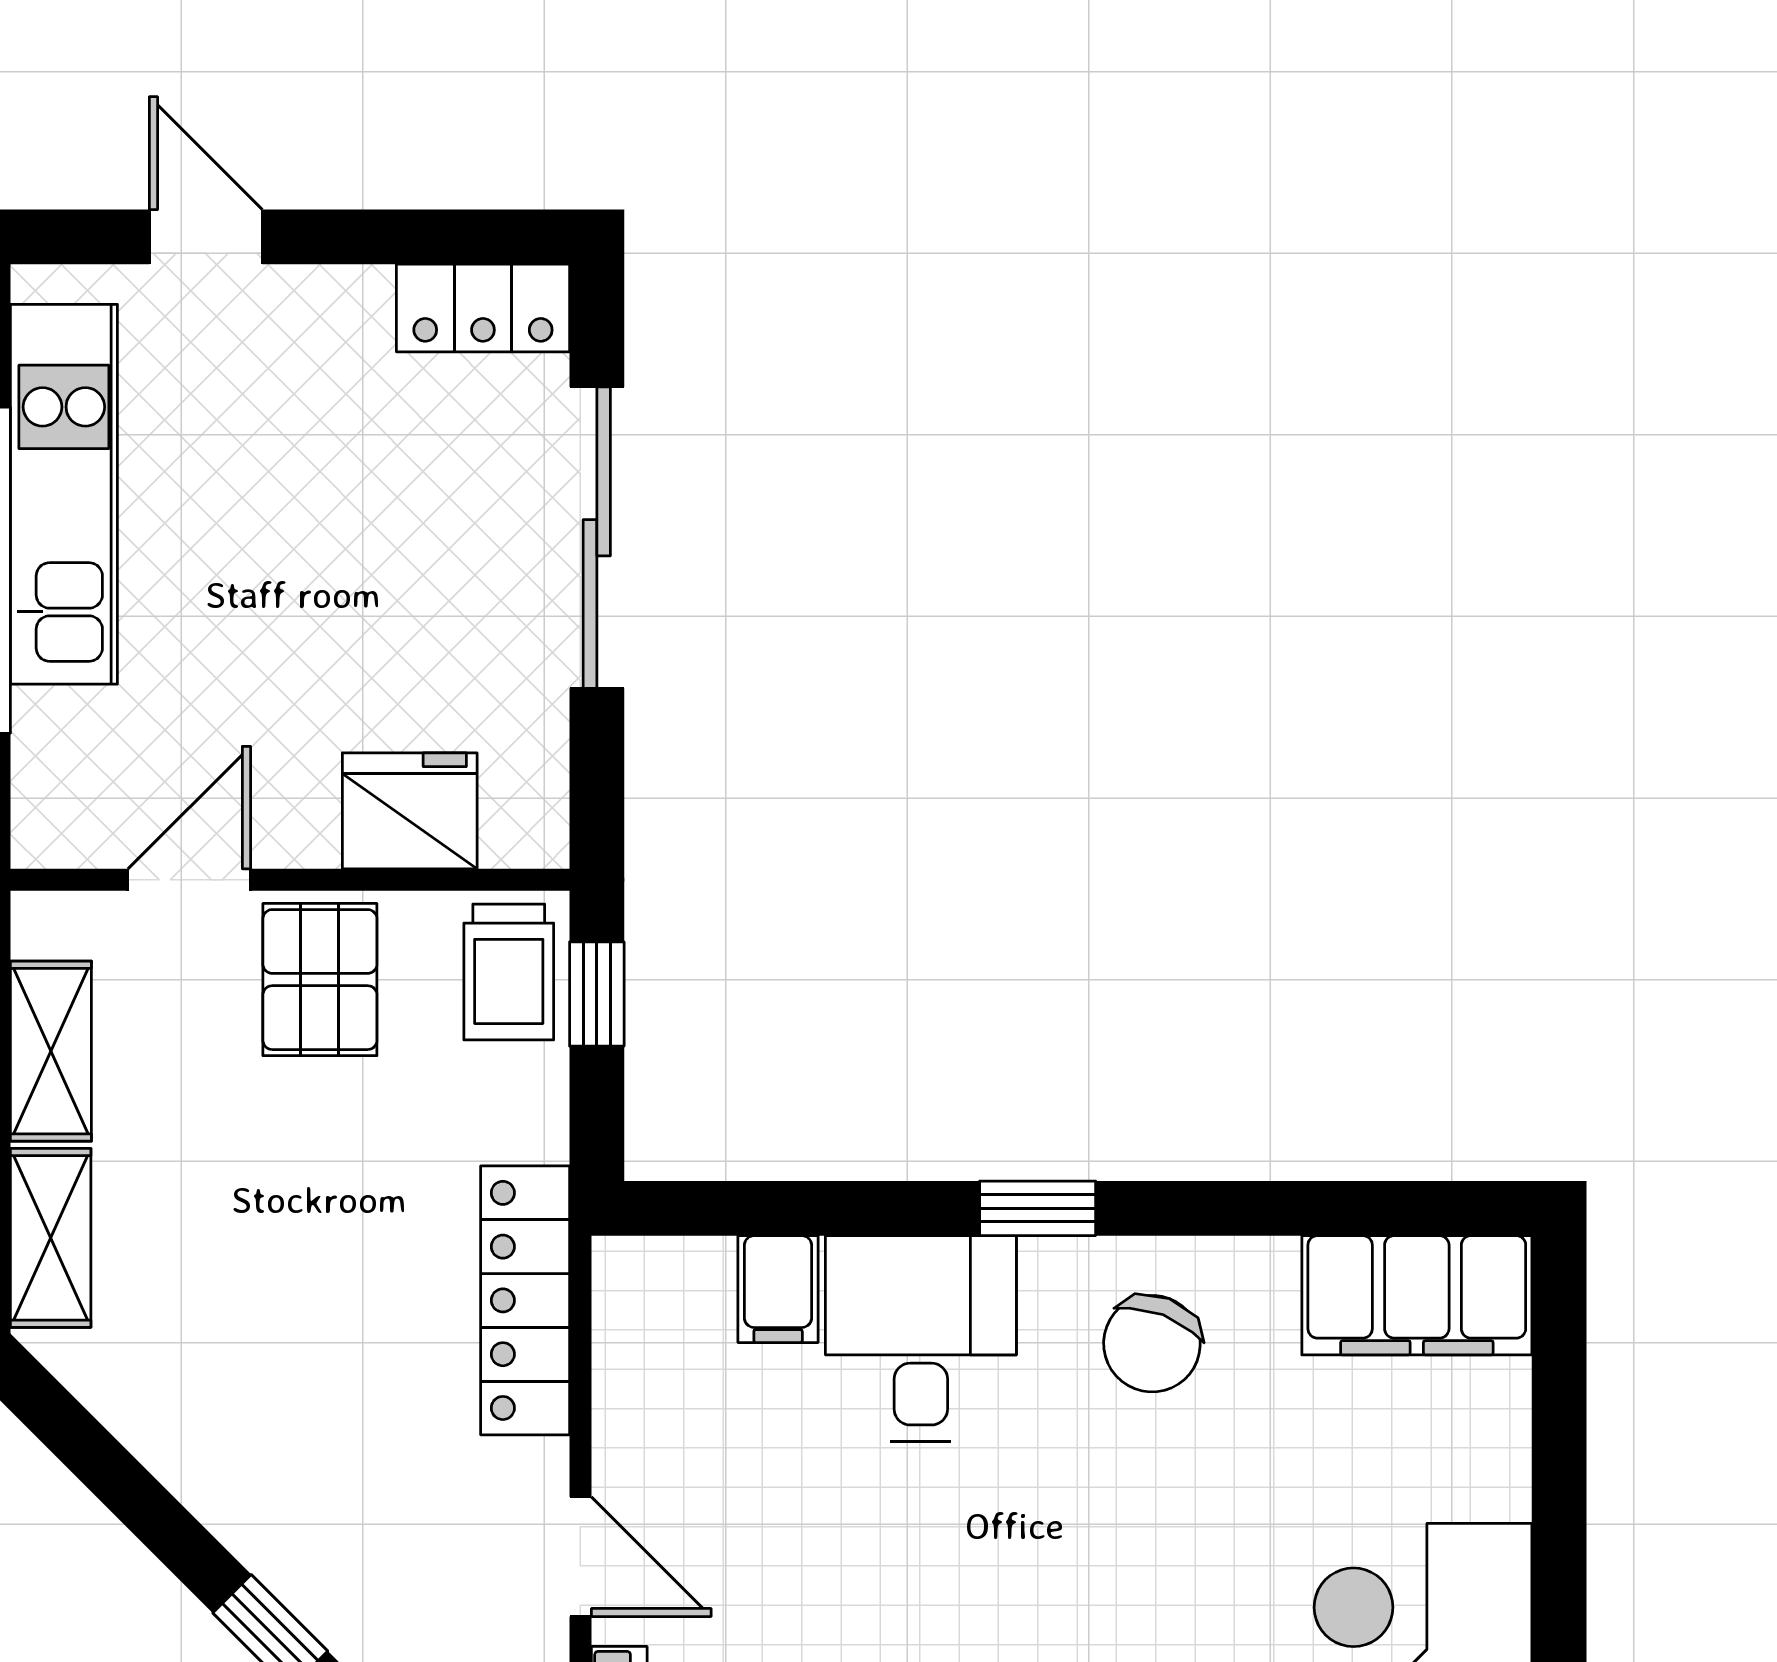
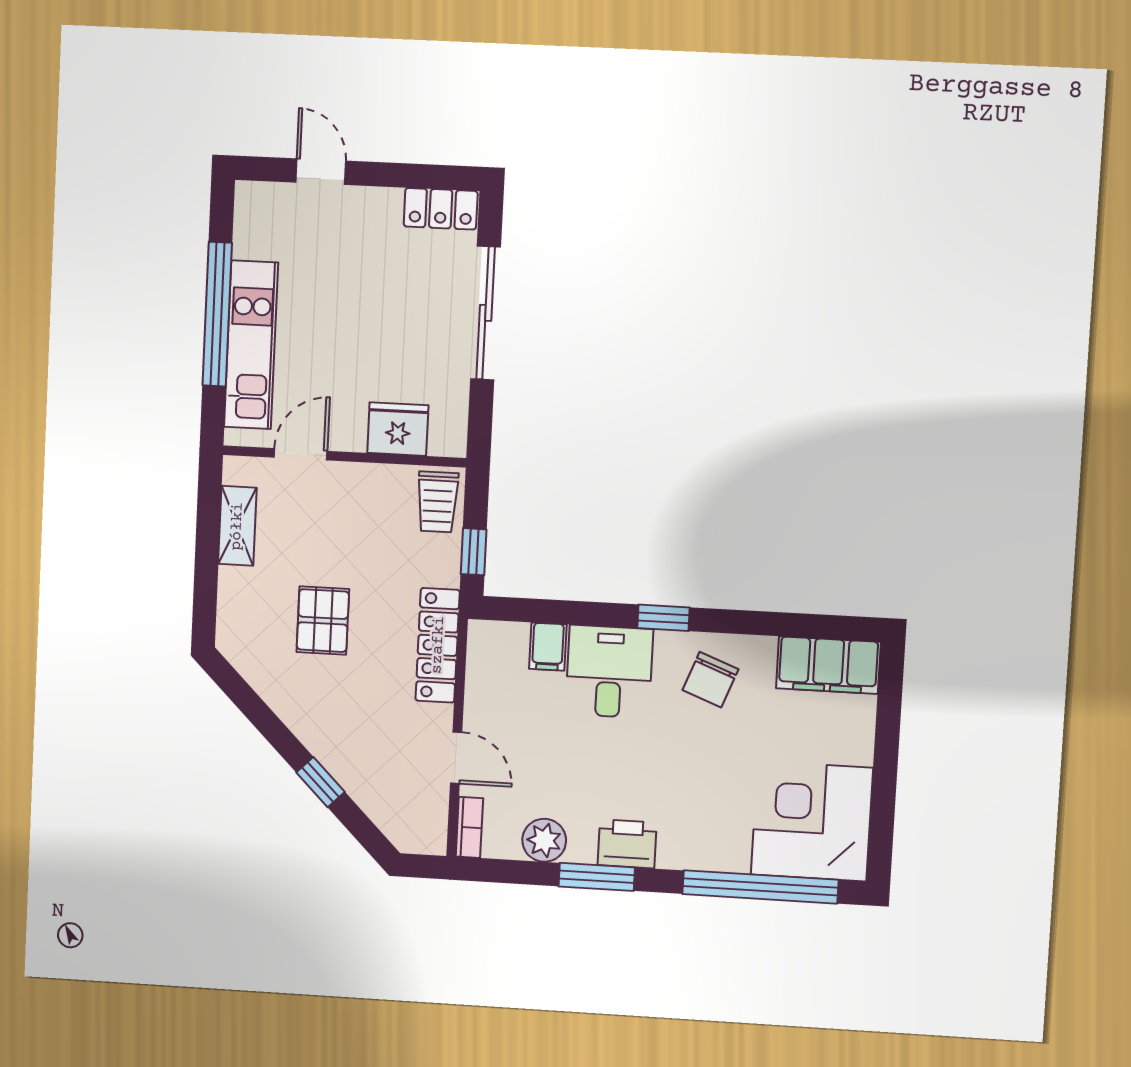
kitchen unit: (64, 494) -> (251, 345), moved
pallet: (320, 980) -> (323, 621), moved
window: (597, 994) -> (474, 552), moved
shelving: (51, 1238) -> (234, 607), removed

